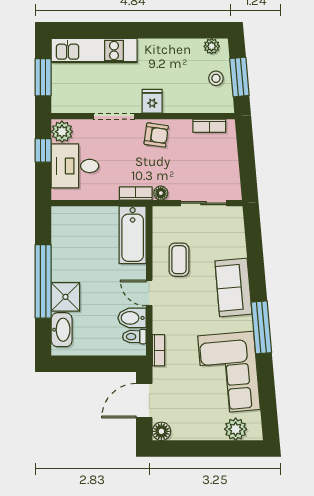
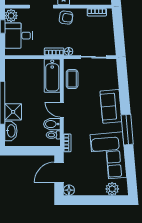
coffee table: (179, 260) -> (72, 79), moved

